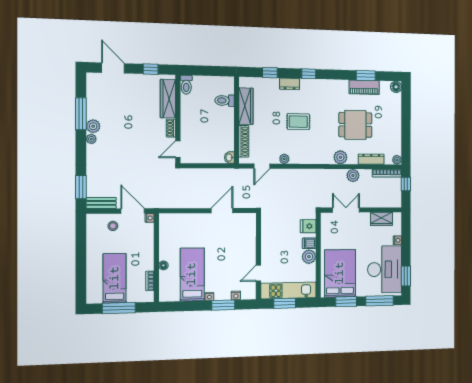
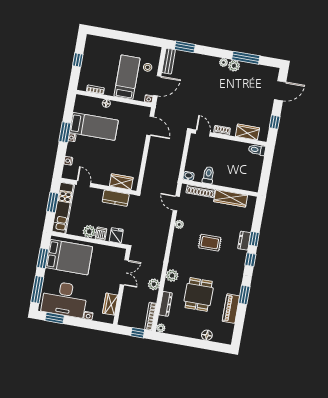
window: (270, 73) -> (254, 239), moved
window: (366, 76) -> (244, 295), moved
floor lamp: (396, 87) -> (207, 335), moved
wardrobe: (168, 99) -> (247, 132), width x0.67
toilet: (225, 101) -> (208, 175), moved
rug: (298, 122) -> (210, 243), turned 90
door: (222, 211) -> (150, 126), moved
wardrobe: (249, 232) -> (121, 182), added
kitchen counter: (268, 234) -> (116, 198), added
bed: (115, 278) -> (127, 77), moved, turned -90
window: (223, 305) -> (65, 132), moved
window: (119, 308) -> (78, 60), width x0.46

